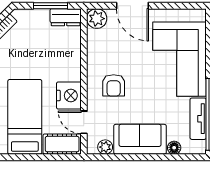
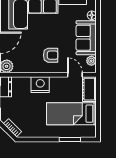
nightstand: (69, 96) -> (40, 85), moved
door: (84, 122) -> (75, 75), swing flipped

